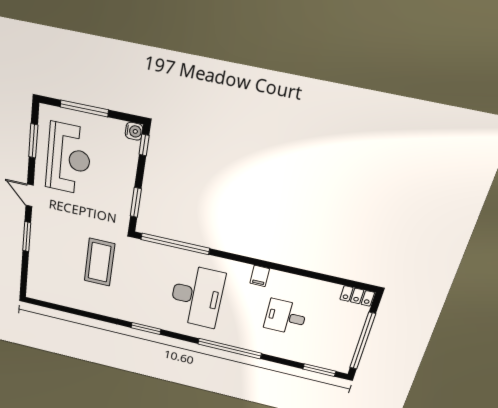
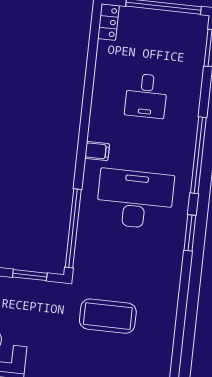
filing cabinet: (260, 276) -> (97, 151), moved
window: (146, 329) -> (190, 233), moved

